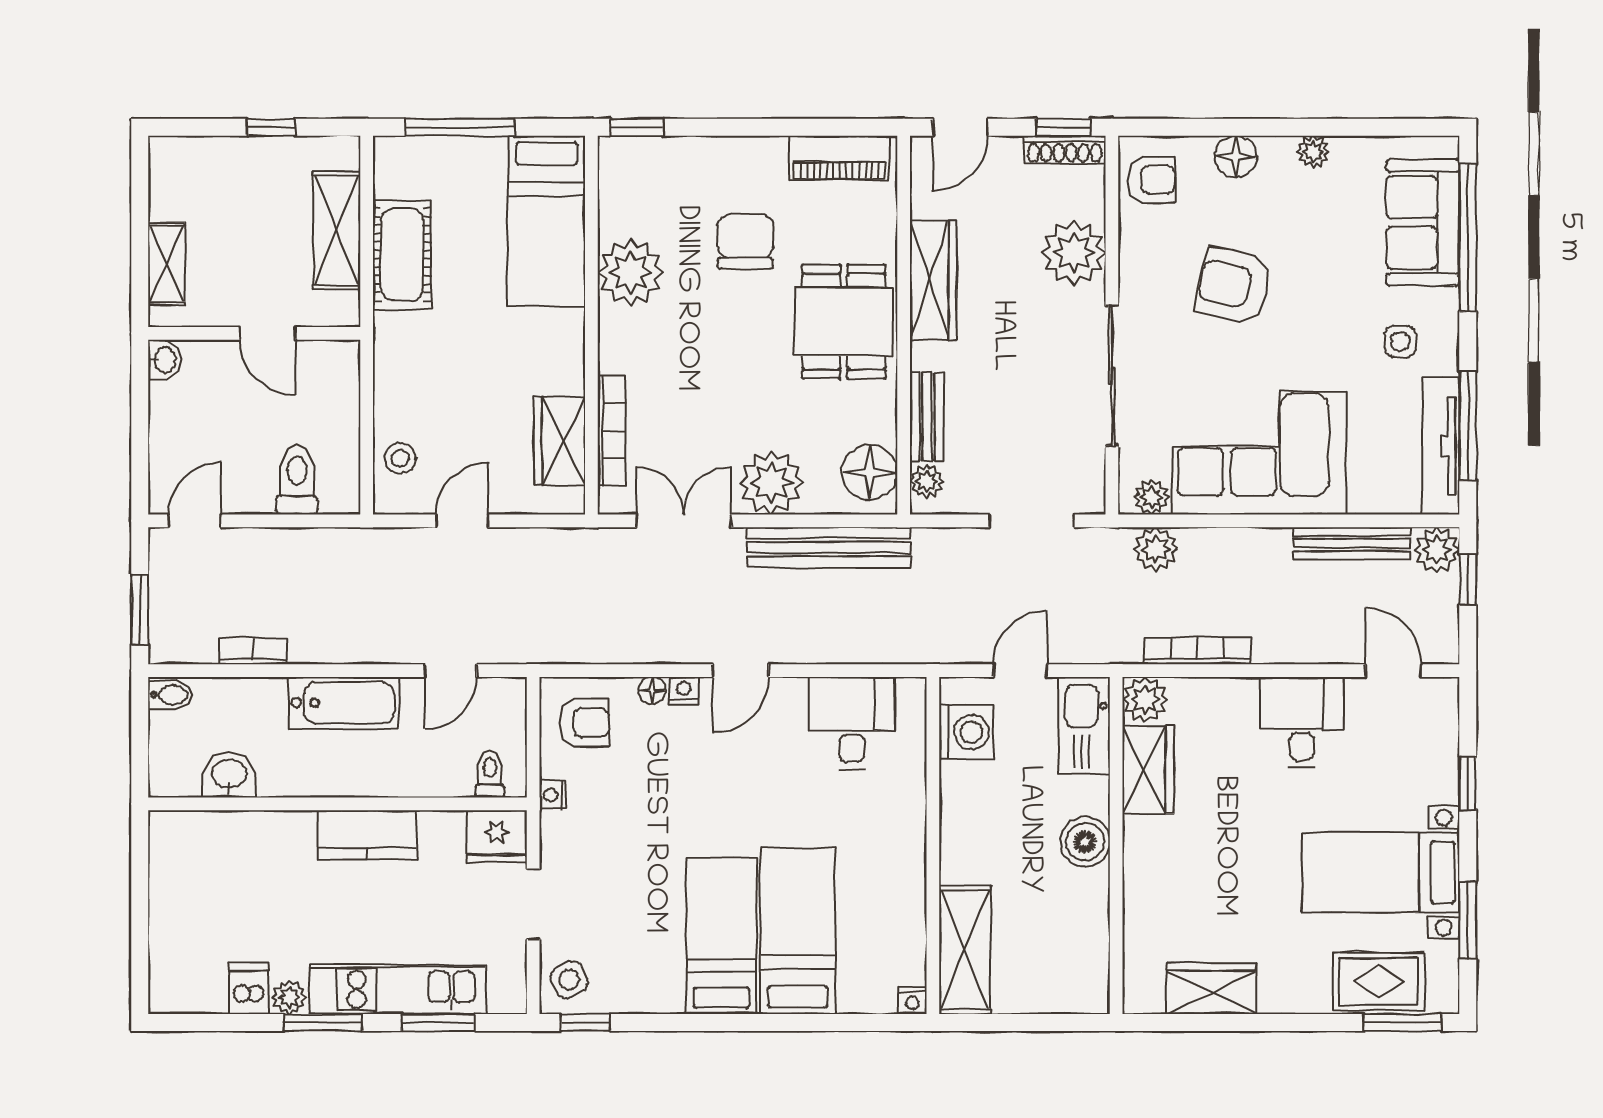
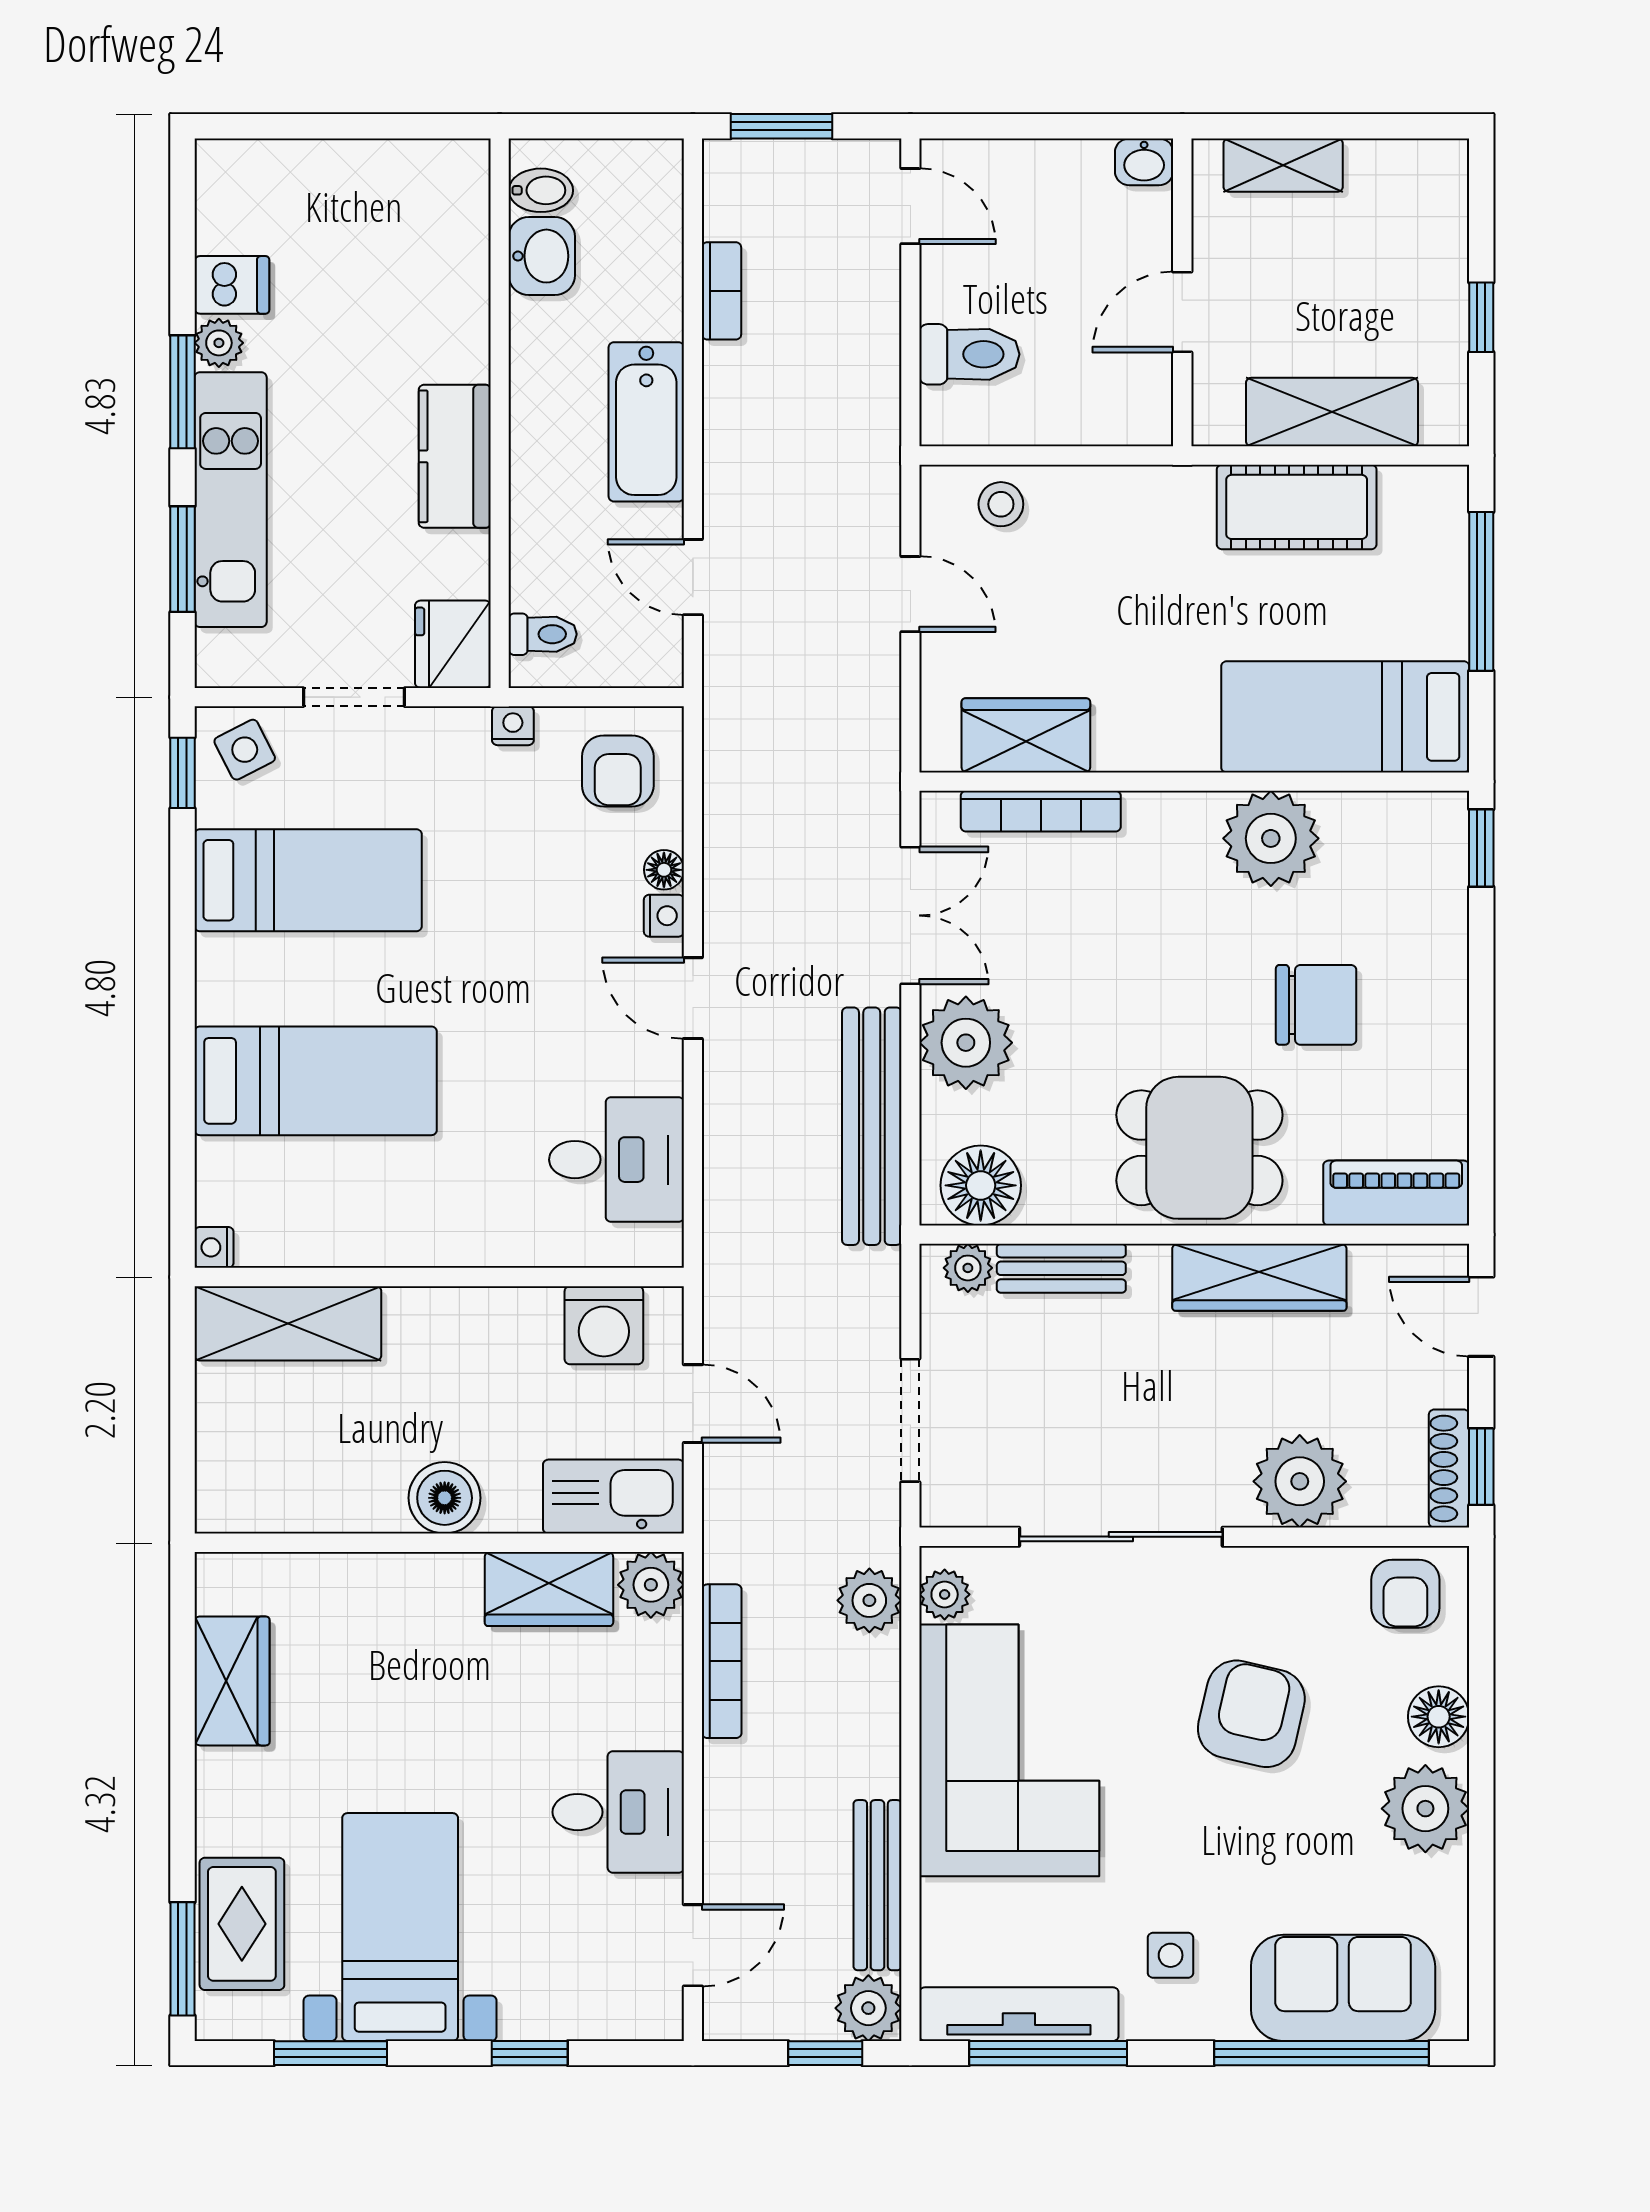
plant: (1313, 152) -> (1425, 1809), width x1.88, depth x1.88
piano: (839, 158) -> (1396, 1193), moved, turned 90
bidet: (170, 695) -> (541, 190), moved, turned -90
bed: (722, 936) -> (308, 880), moved

